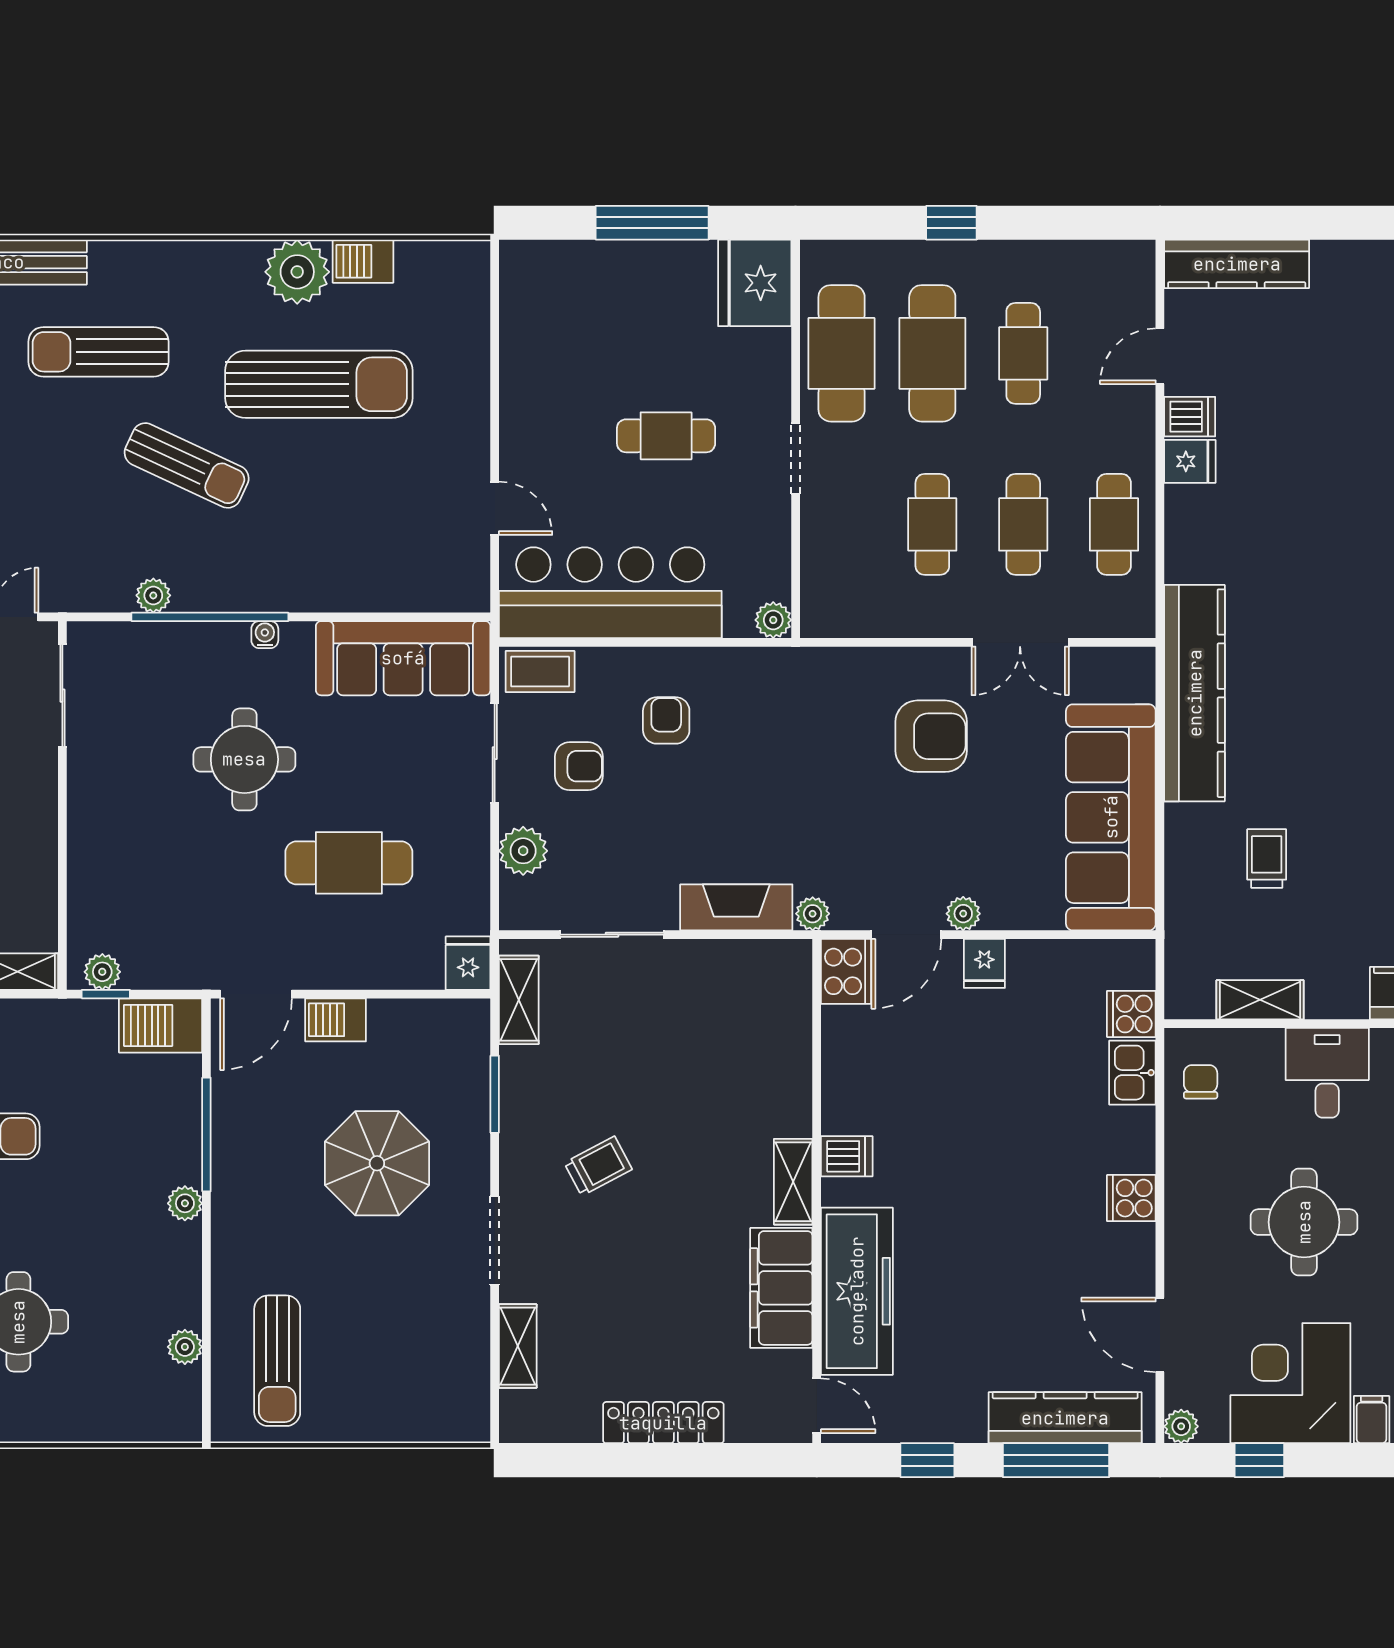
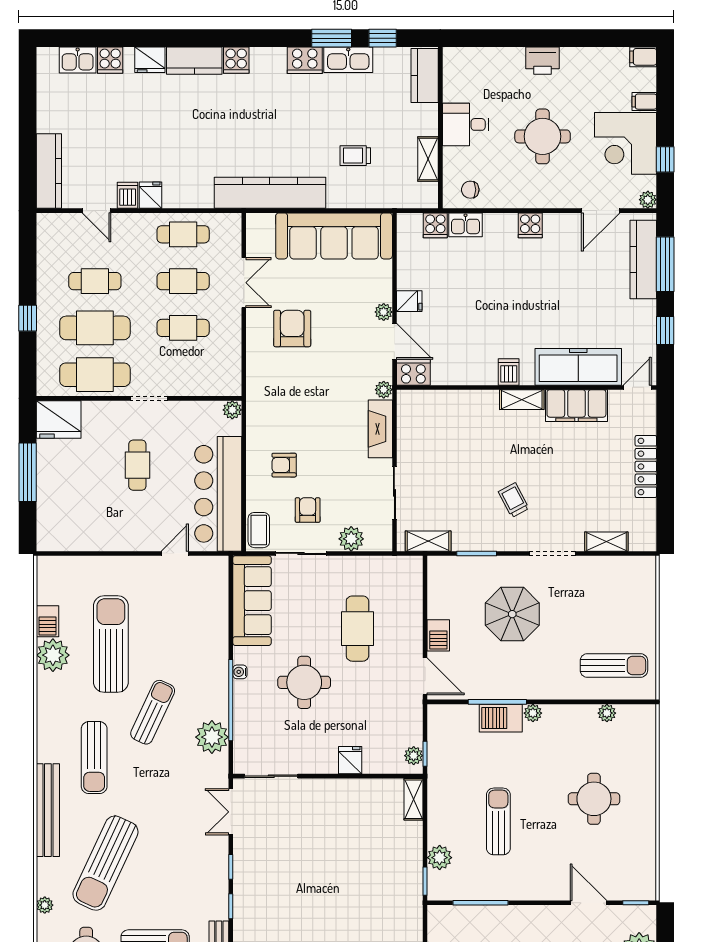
plant: (153, 595) -> (212, 737), width x1.87, depth x1.87
fridge: (468, 963) -> (350, 760), moved, turned 90
barbecue: (161, 1025) -> (501, 718), moved, turned 90

